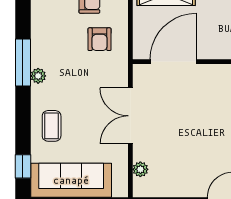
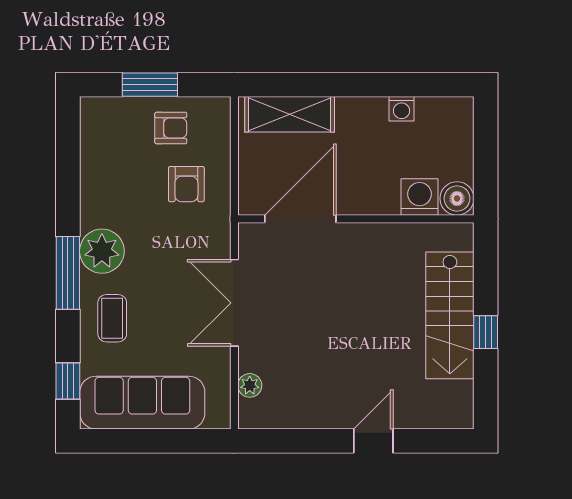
window: (23, 62) -> (68, 273), moved
plant: (38, 76) -> (102, 251), width x1.88, depth x1.88

